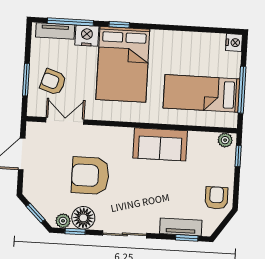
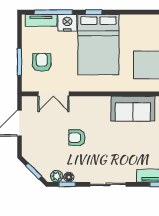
armchair: (53, 82) -> (42, 62), turned 72
double door: (65, 121) -> (53, 94), swing flipped
armchair: (90, 176) -> (77, 138), width x0.53, depth x0.53
floor lamp: (83, 218) -> (69, 177), width x0.53, depth x0.53

